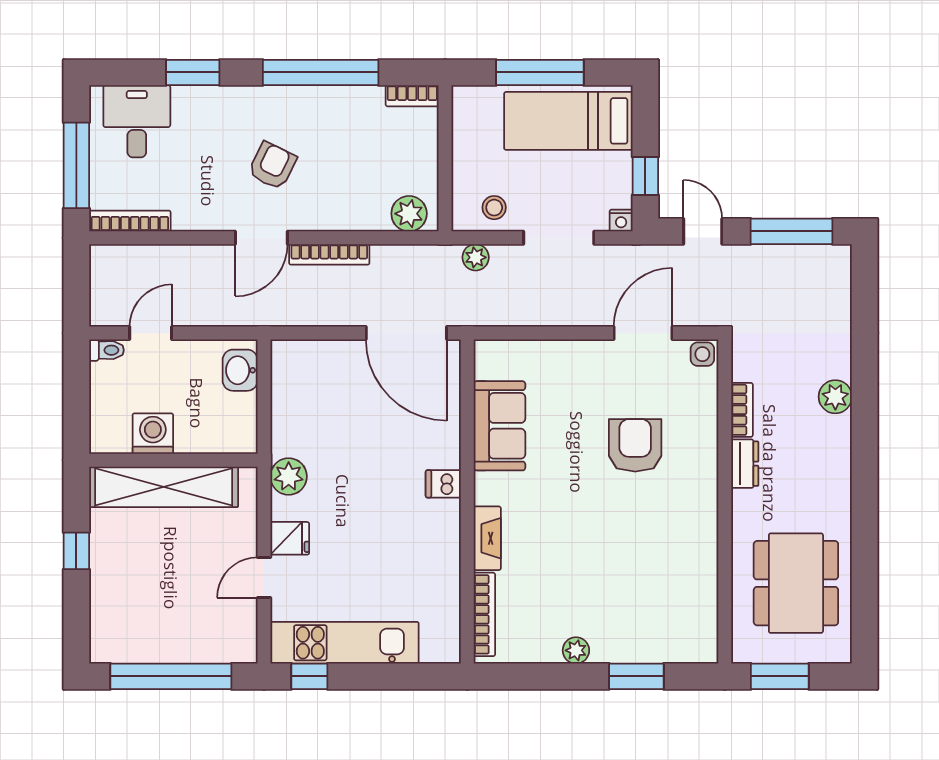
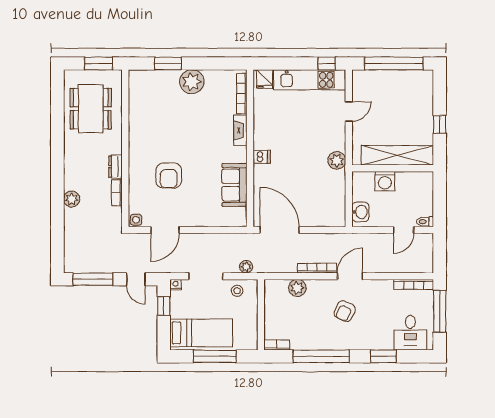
plant: (409, 214) -> (297, 288), moved
washing machine: (153, 434) -> (385, 181), moved
fridge: (290, 538) -> (264, 79), moved, turned -90
plant: (576, 650) -> (192, 82), width x1.87, depth x1.87

